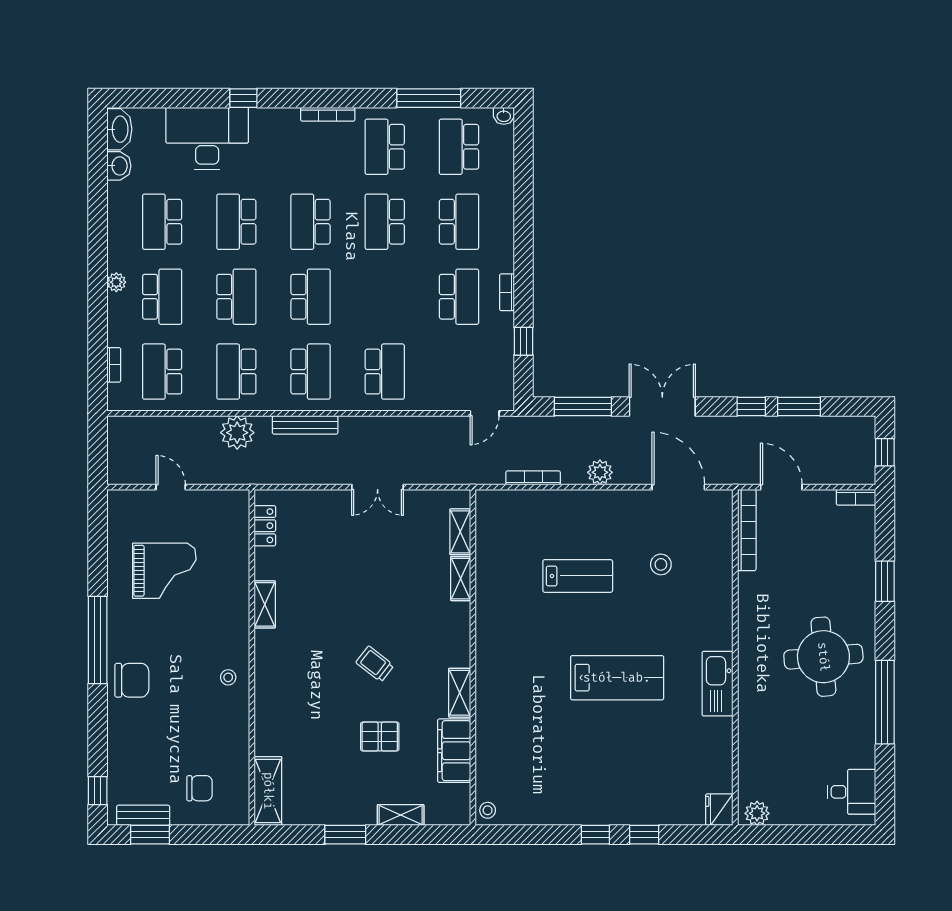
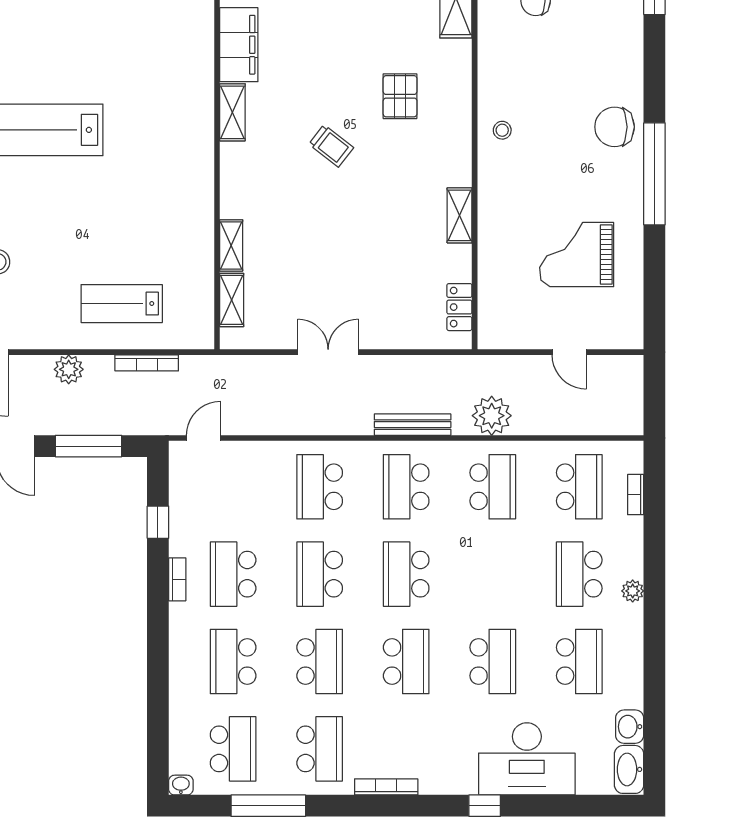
school desk: (236, 297) -> (320, 574), moved
lab bench: (578, 576) -> (122, 304), moved
pallet: (380, 737) -> (400, 96), moved, turned 90

